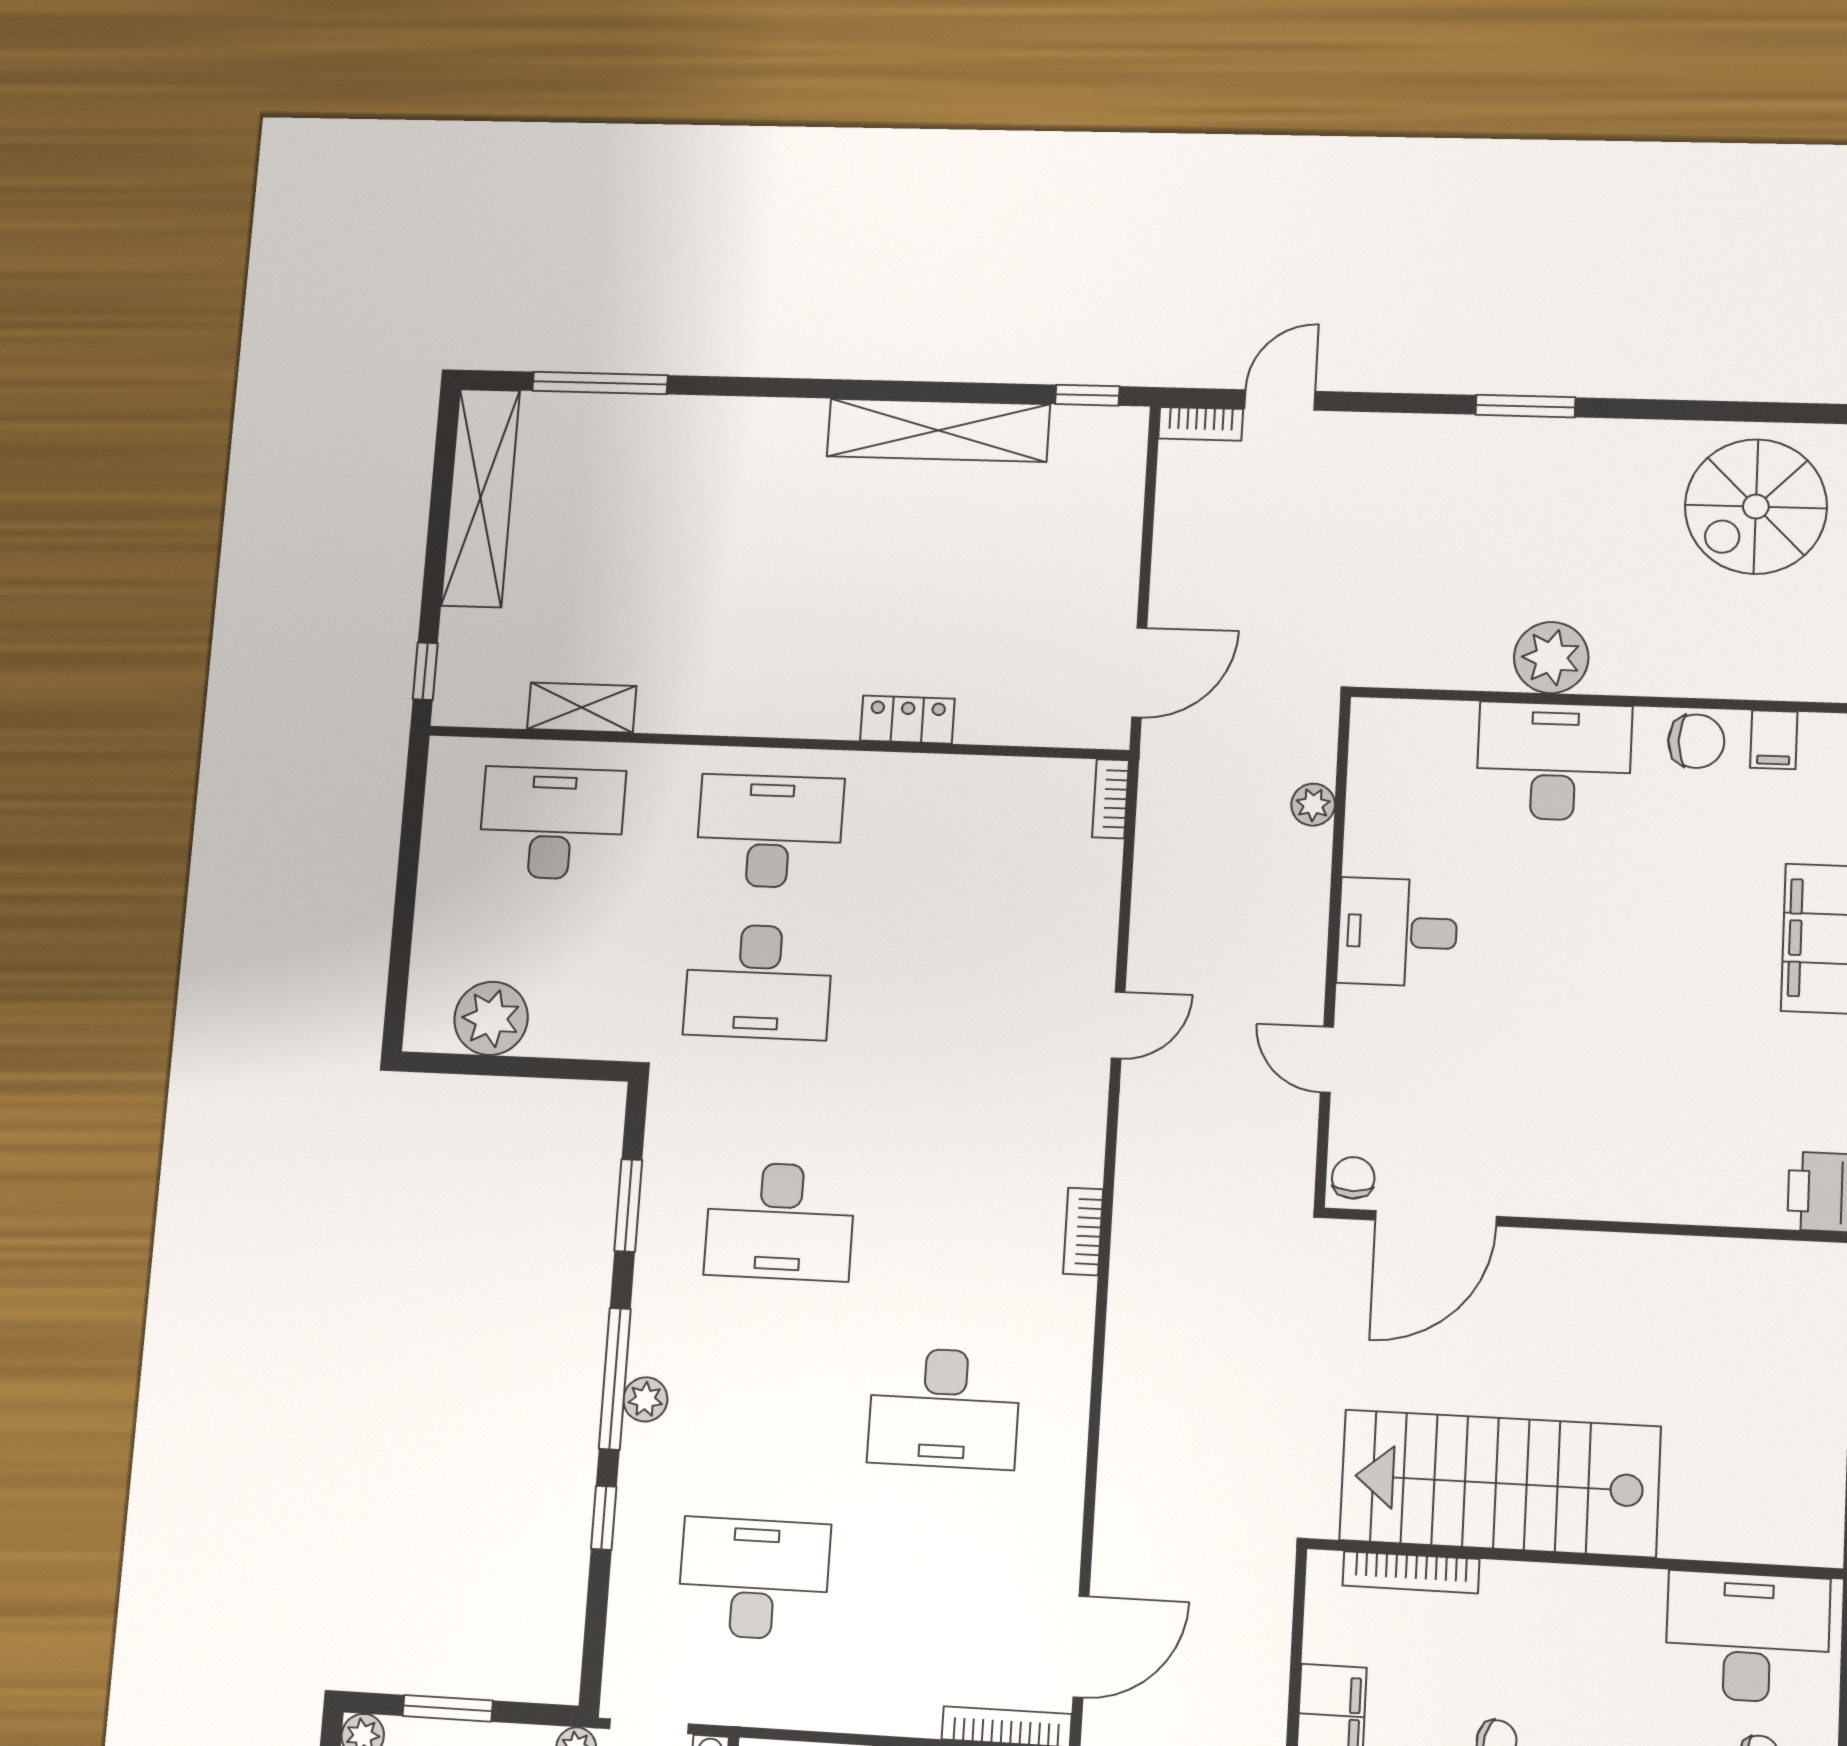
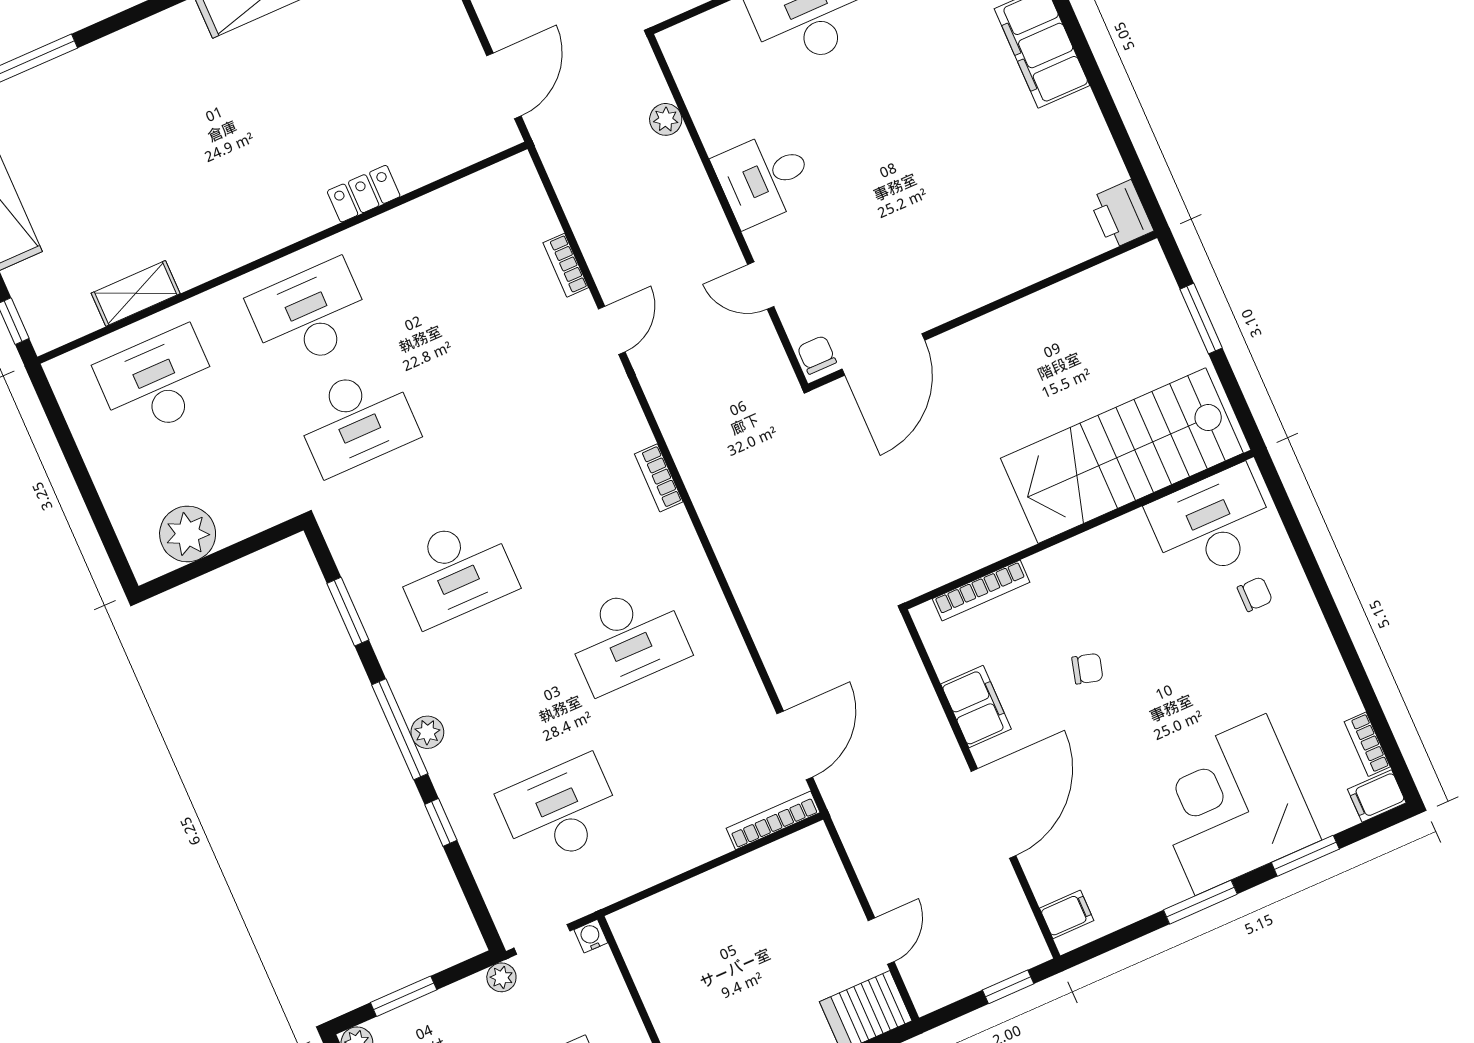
bookcase: (1110, 799) -> (566, 265), moved
stairs: (1500, 1483) -> (1122, 456), moved

